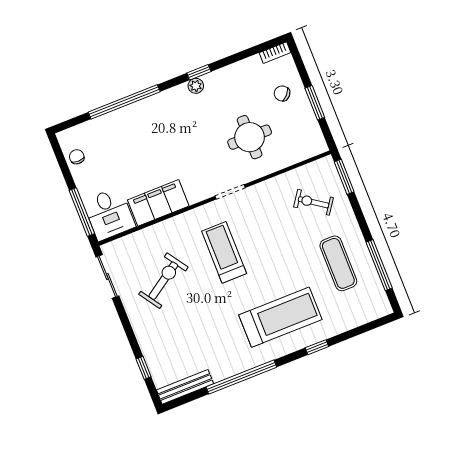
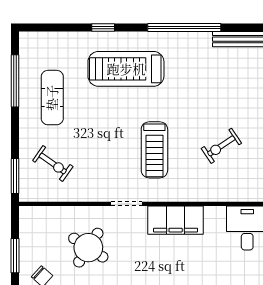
round table: (250, 137) -> (88, 248), turned 33
filing cabinet: (158, 203) -> (176, 220), moved
exercise bike: (163, 281) -> (221, 146), width x0.73, depth x0.72

